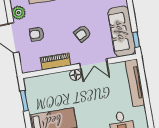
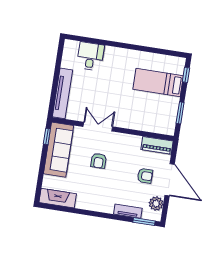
armchair: (83, 34) -> (99, 161), turned 118
piano: (55, 61) -> (157, 145), moved
floor lamp: (75, 75) -> (120, 122), removed

